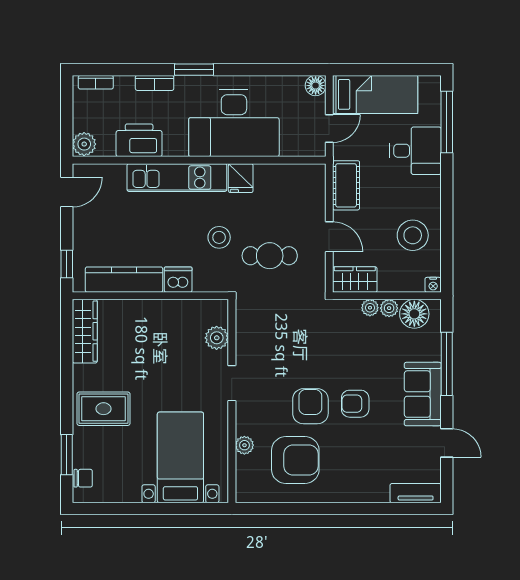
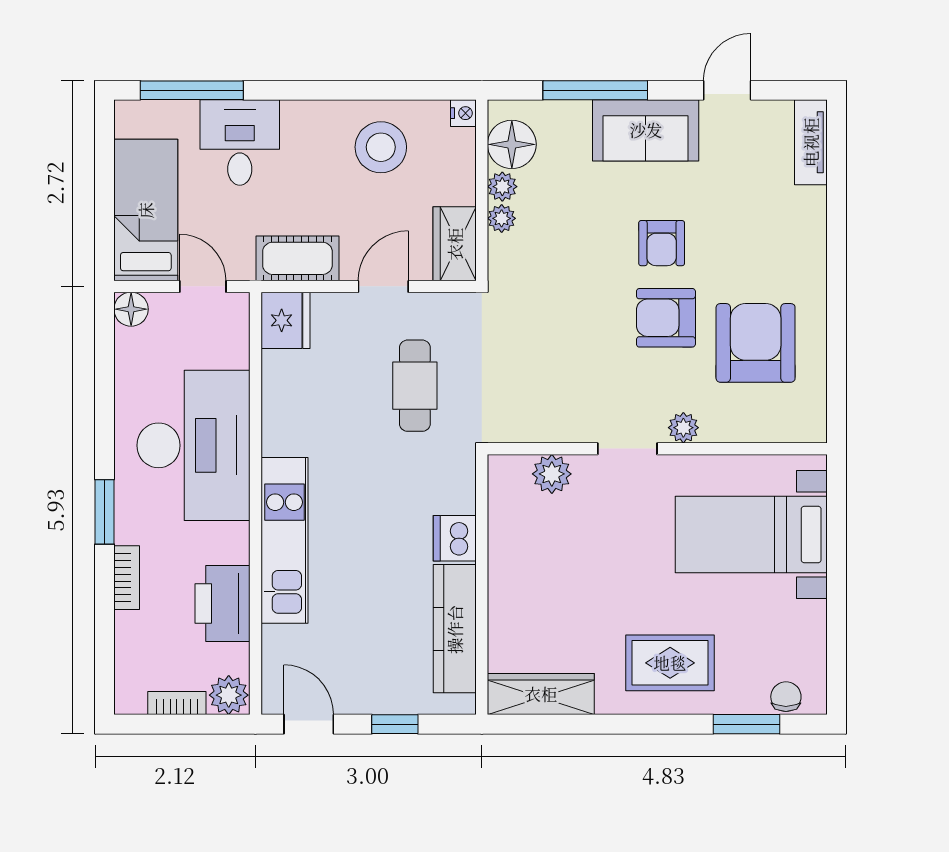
bookcase: (96, 82) -> (177, 703), moved, turned -90
fridge: (241, 178) -> (285, 320), moved, width x1.38
stool: (219, 237) -> (384, 470), removed
window: (67, 264) -> (395, 724), moved
rug: (104, 409) -> (670, 663), turned 90
plant: (244, 445) -> (683, 428), moved

